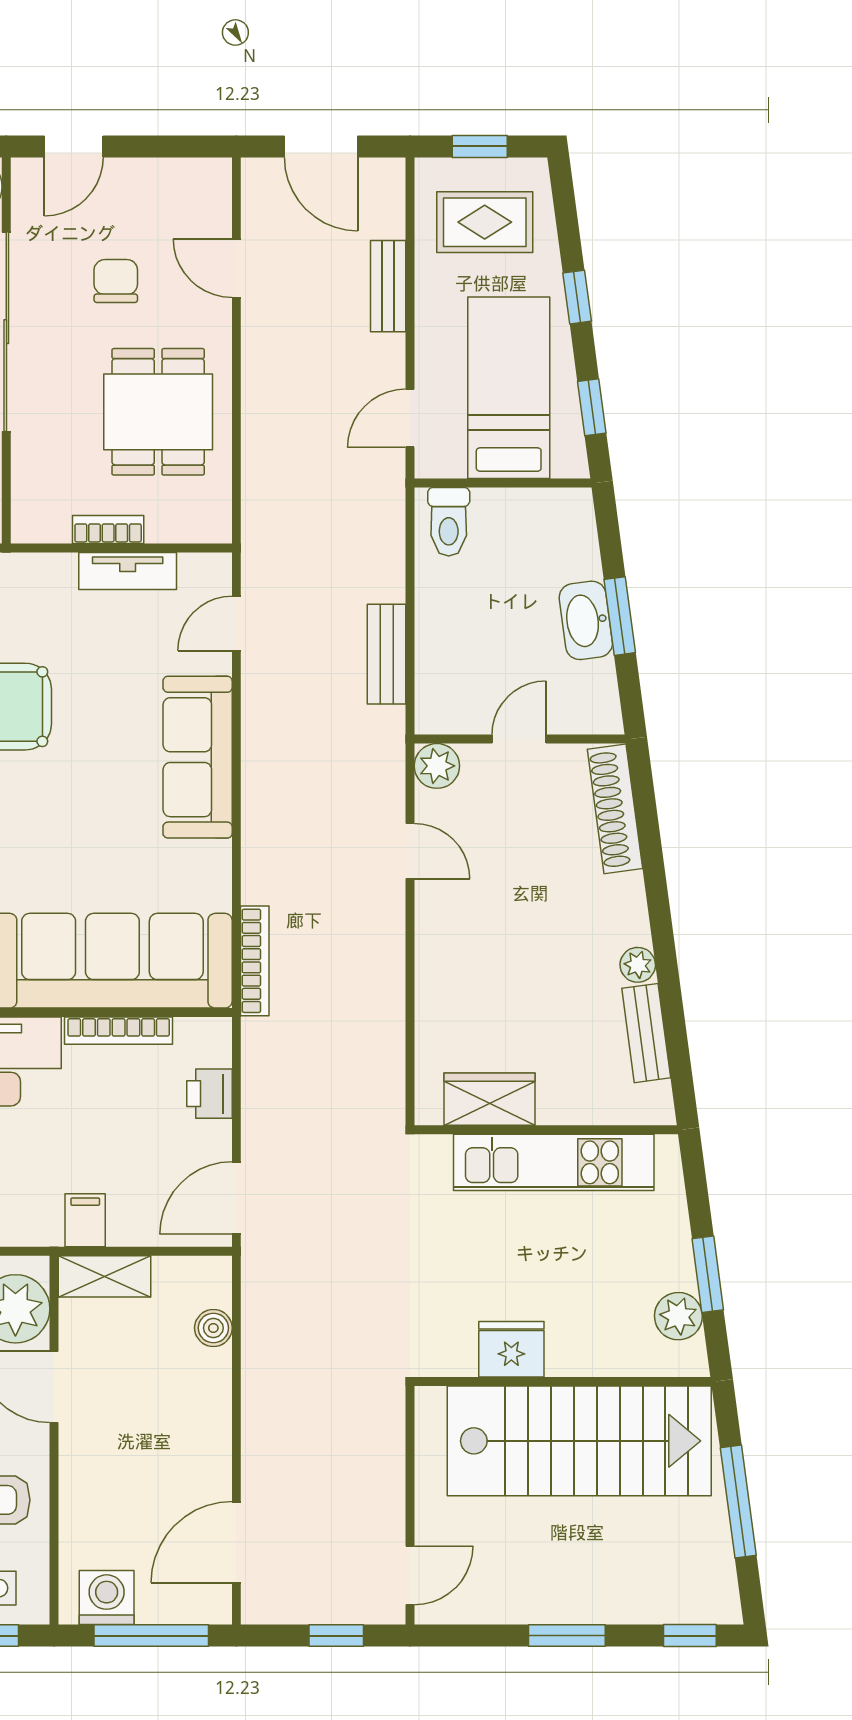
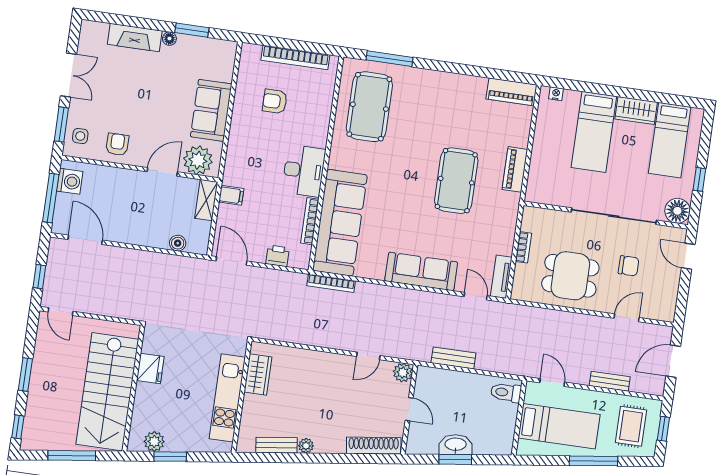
window: (577, 297) -> (593, 461), width x2.17
window: (592, 407) -> (546, 460), removed
tv unit: (128, 571) -> (501, 277), moved

